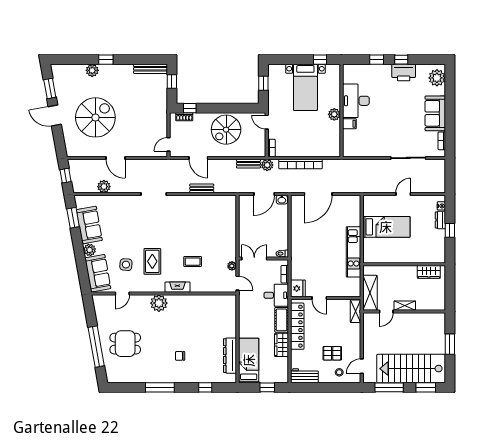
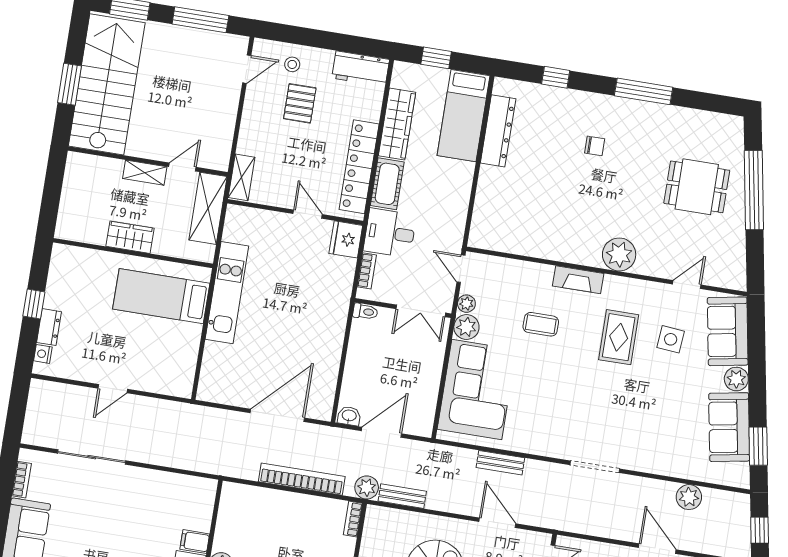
corner sofa: (220, 223) -> (477, 390), added
bed: (386, 227) -> (161, 296), moved
plant: (230, 254) -> (466, 327), added
wardrobe: (429, 272) -> (130, 237), moved
wardrobe: (281, 345) -> (397, 124), width x1.50
pallet: (332, 353) -> (300, 103), turned 90
stairs: (411, 369) -> (107, 84), moved, turned -90

